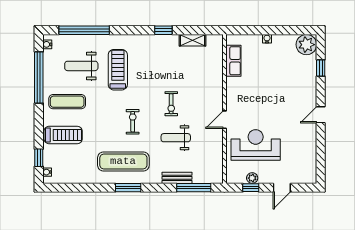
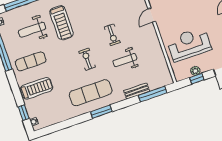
treadmill: (118, 70) -> (61, 23), turned 180
door: (224, 120) -> (152, 15), moved

